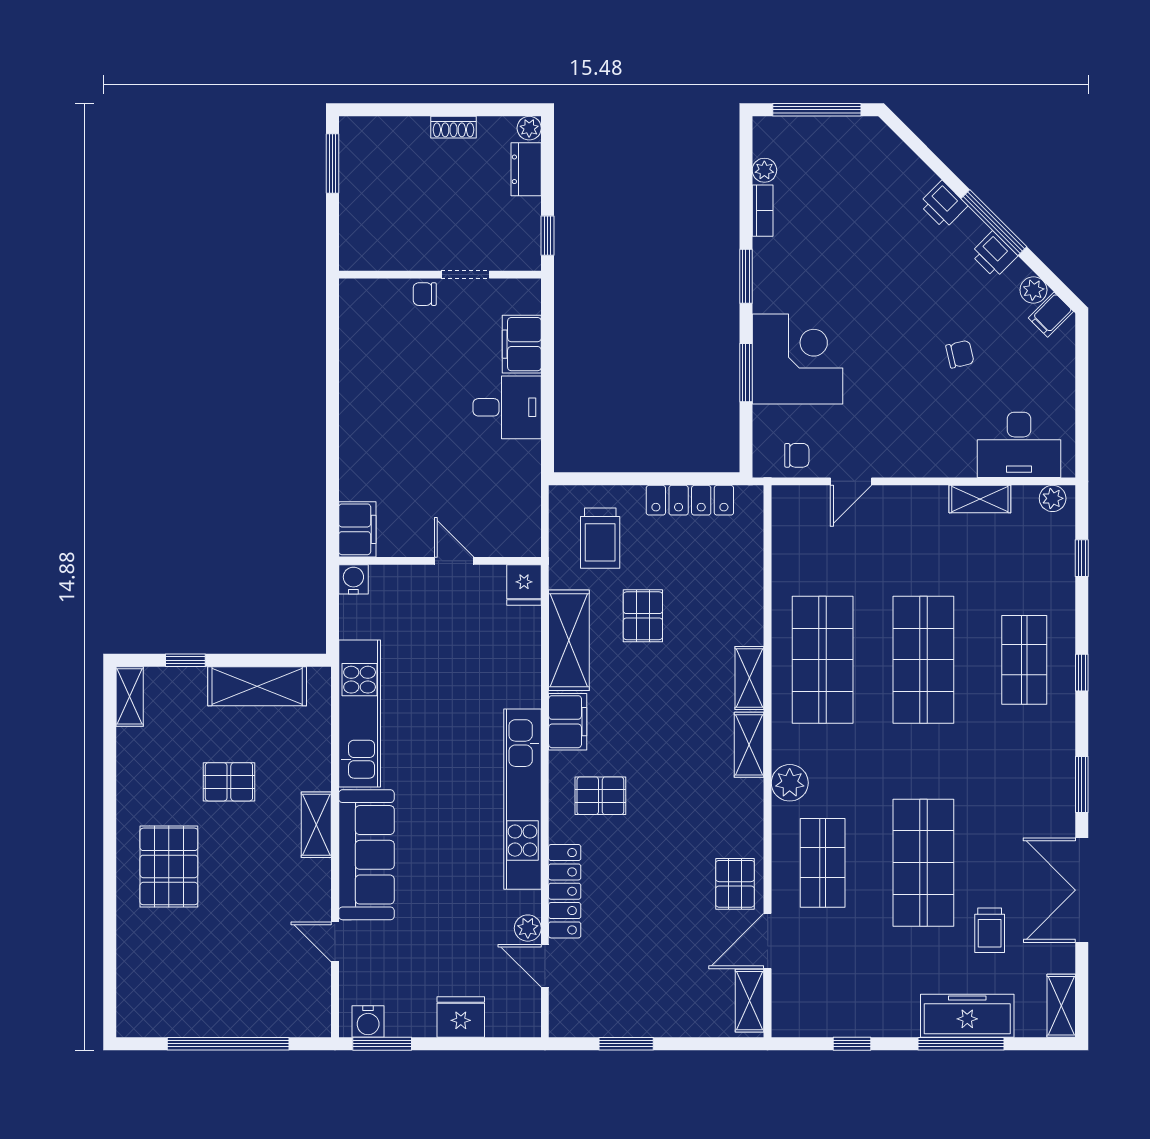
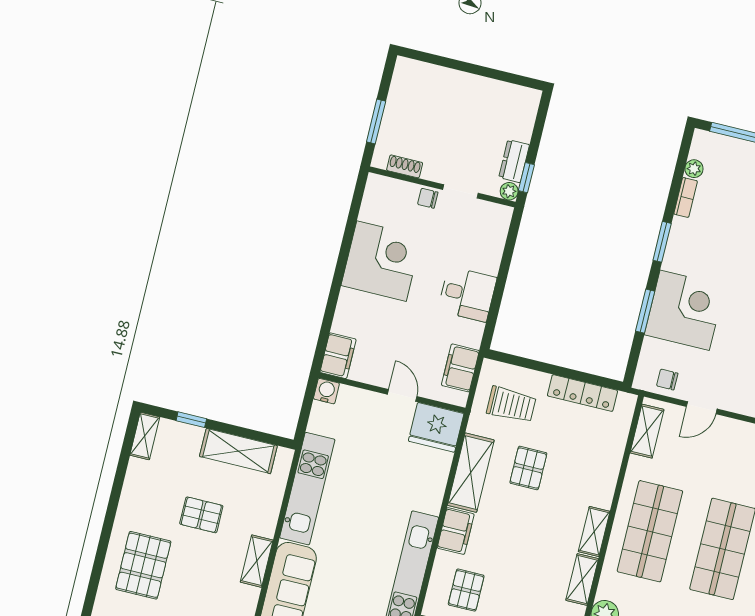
shoe rack: (453, 127) -> (405, 166), moved, turned 180
plant: (529, 128) -> (509, 191), moved
window: (332, 164) -> (376, 122), moved
dresser: (526, 169) -> (514, 161), moved
filing cabinet: (522, 344) -> (460, 368), moved
corner desk: (384, 391) -> (381, 261), added
chair: (797, 455) -> (667, 380), turned 180
shelving: (787, 529) -> (647, 431), added
trolley: (600, 538) -> (511, 405), turned -90
fridge: (524, 585) -> (436, 427), width x1.88, depth x1.34
pallet: (600, 796) -> (466, 590), turned 90

